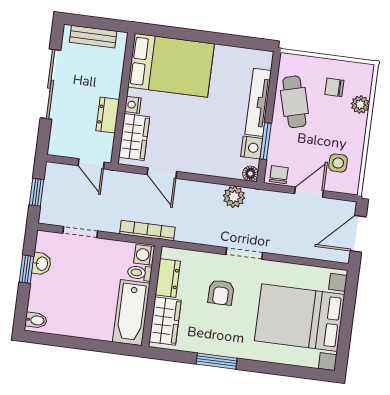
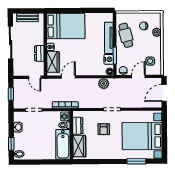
door: (162, 173) -> (68, 77), swing flipped
window: (27, 269) -> (11, 144), moved
window: (217, 361) -> (136, 161), moved

